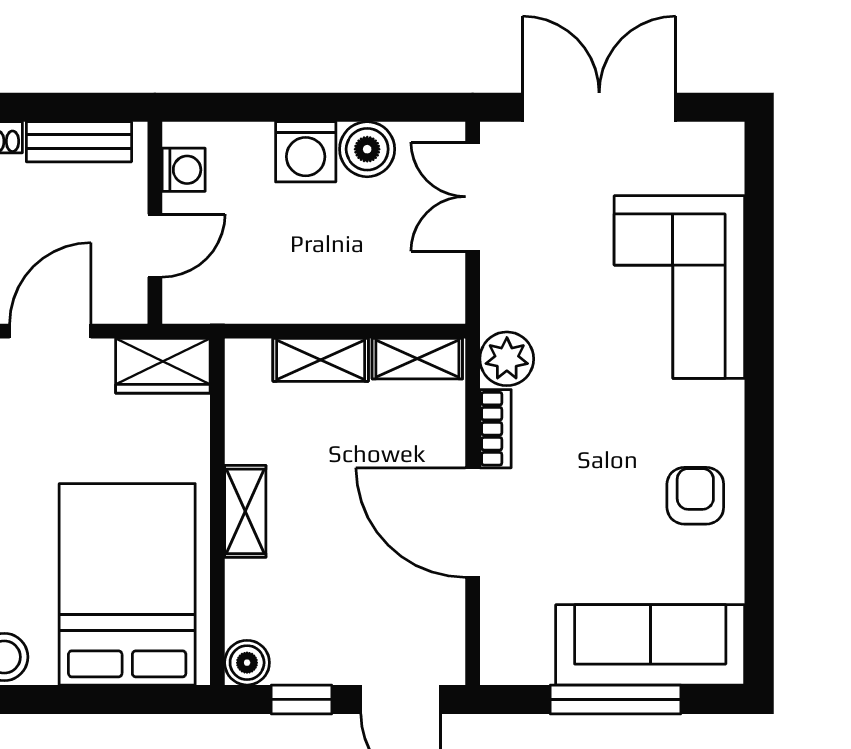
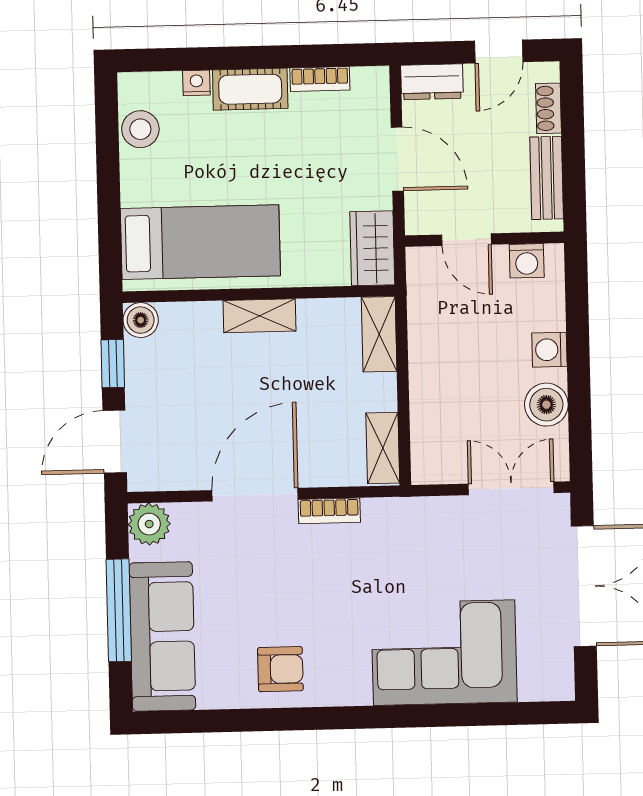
washing machine: (306, 152) -> (549, 350), width x0.73, depth x0.73
plant: (507, 359) -> (149, 524), moved
shelving: (321, 360) -> (379, 334), moved
bed: (127, 584) -> (200, 242), width x0.67

